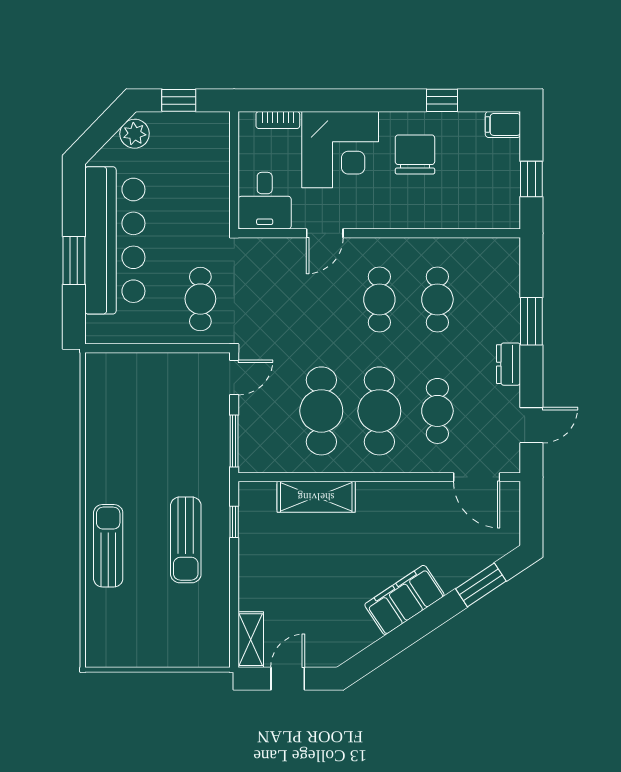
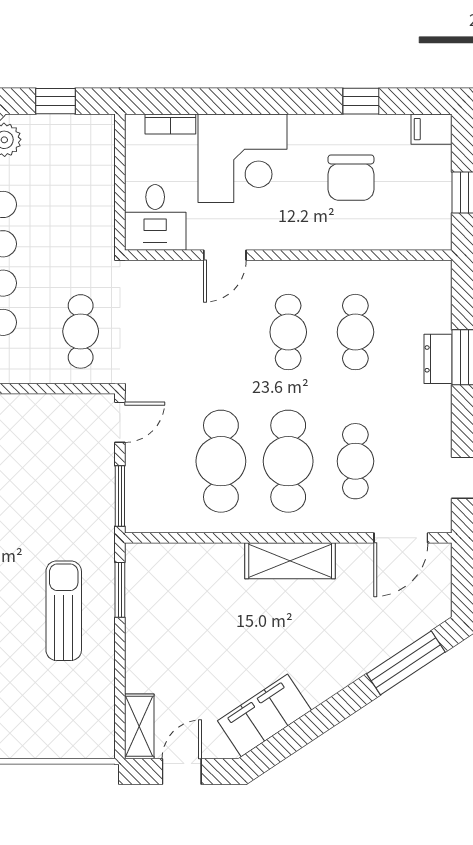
chair: (415, 154) -> (351, 178), moved, turned 180
dresser: (509, 364) -> (438, 359), moved
door: (477, 477) -> (401, 538), hinge flipped
shelving: (316, 497) -> (290, 561), moved
window: (234, 522) -> (120, 590), width x1.50
sun lounger: (186, 540) -> (64, 611), turned 180
window: (481, 585) -> (406, 663), width x1.44
filing cabinet: (404, 600) -> (264, 715), moved

